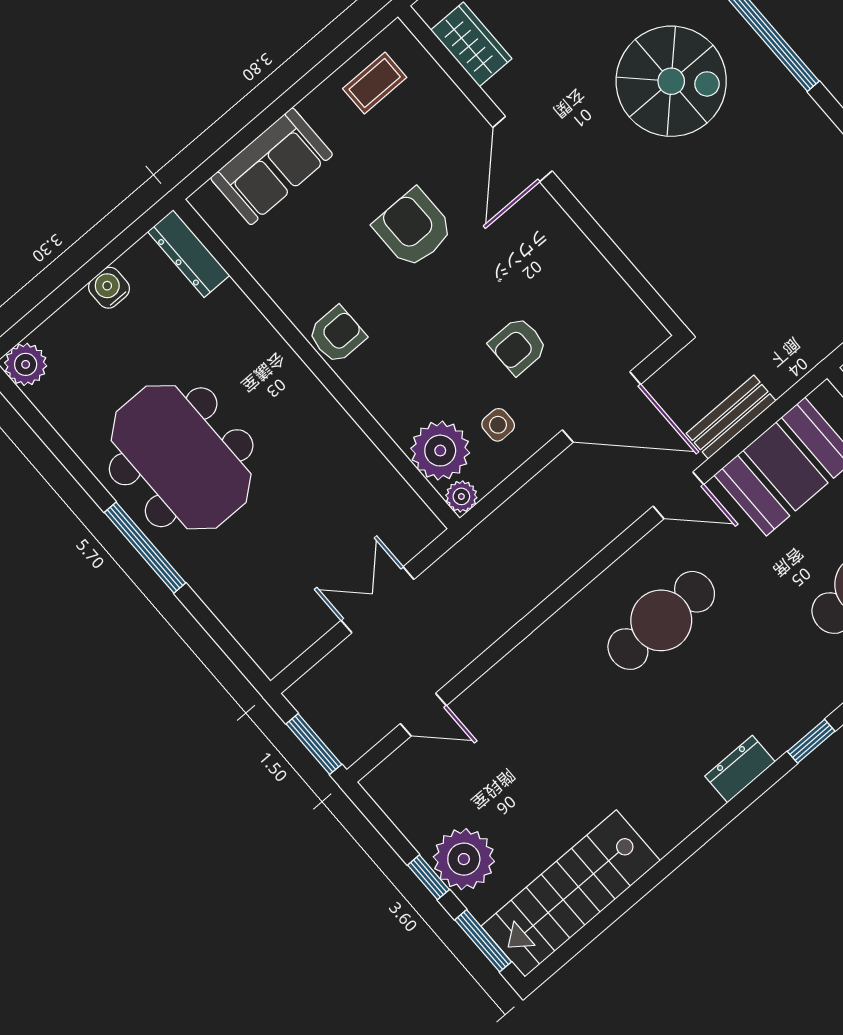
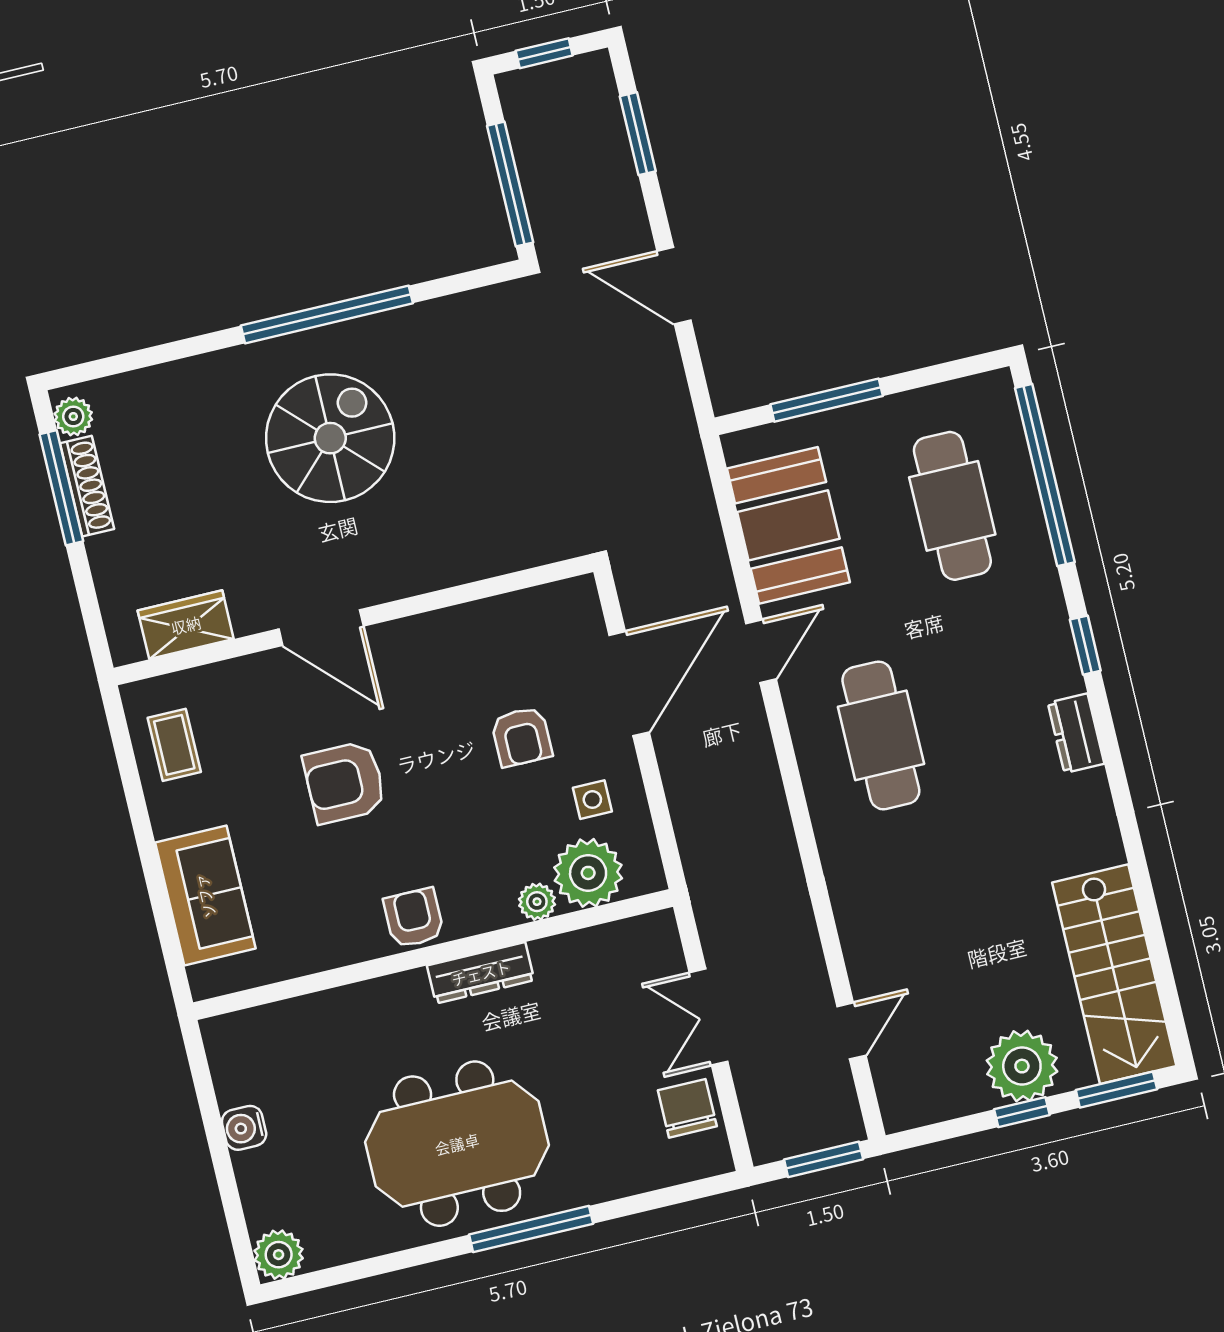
dresser: (189, 254) -> (481, 973), moved
bench: (731, 417) -> (708, 555), removed
plant: (461, 496) -> (537, 902), moved
chair: (299, 620) -> (687, 1108), added

